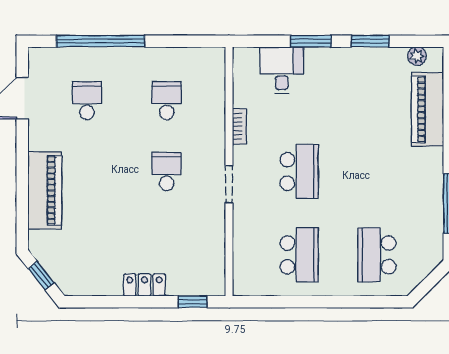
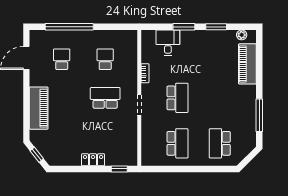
school desk: (167, 171) -> (105, 98), width x1.85

